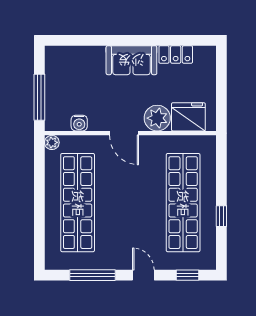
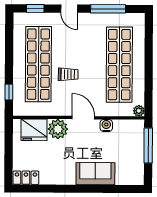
locker: (176, 54) -> (26, 178), moved
sofa: (131, 60) -> (95, 174), moved
water cooler: (79, 123) -> (106, 125), moved
trolley: (144, 190) -> (68, 74), added
window: (221, 216) -> (9, 92), moved

